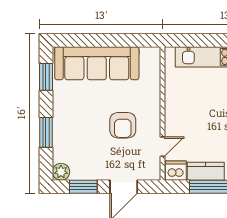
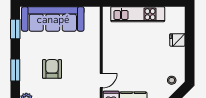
armchair: (123, 125) -> (52, 69), moved, turned 180

